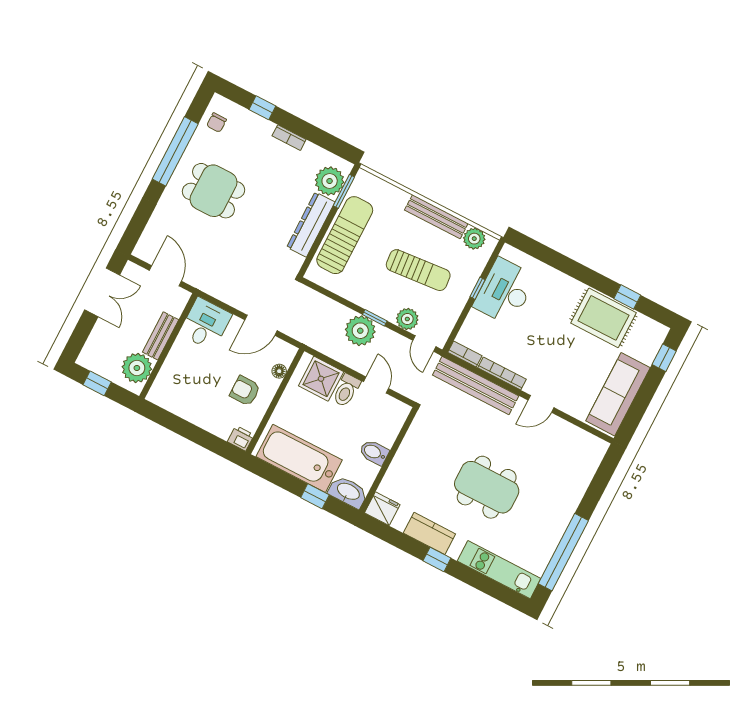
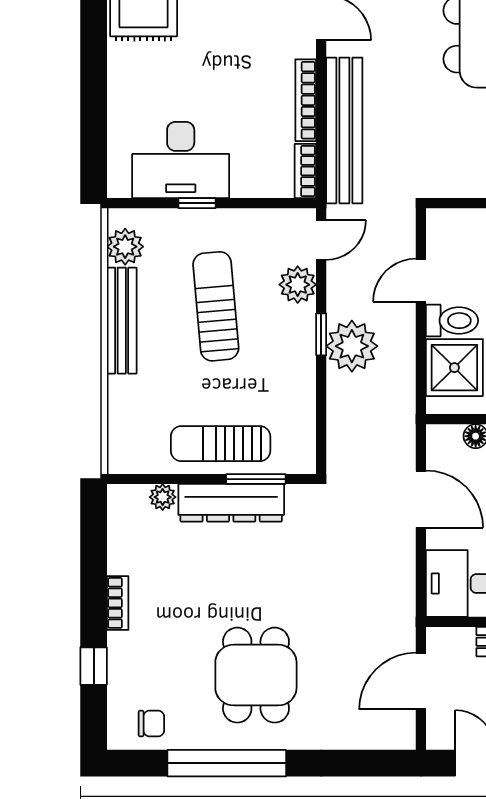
plant: (330, 181) -> (163, 497), width x0.53, depth x0.53
window: (344, 191) -> (256, 479), moved
sun lounger: (345, 235) -> (221, 444), width x0.73, depth x0.75

